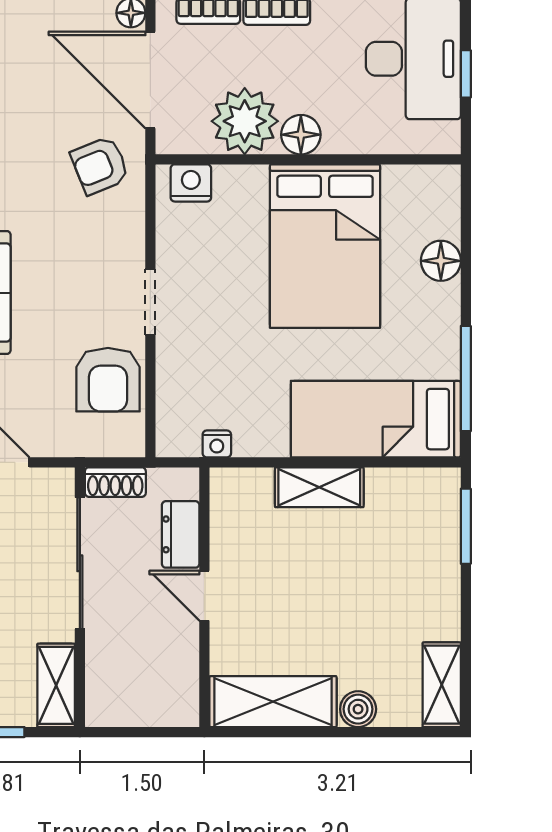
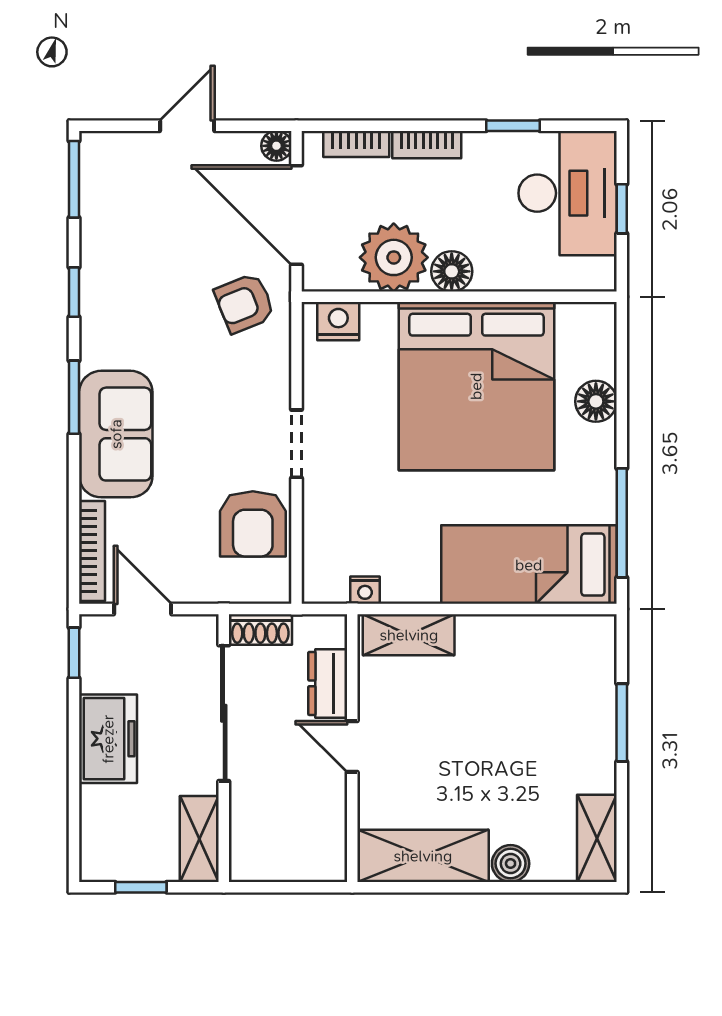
bed: (325, 246) -> (476, 386), width x1.36
shelving: (319, 487) -> (409, 635), moved
window: (466, 526) -> (622, 723), moved

